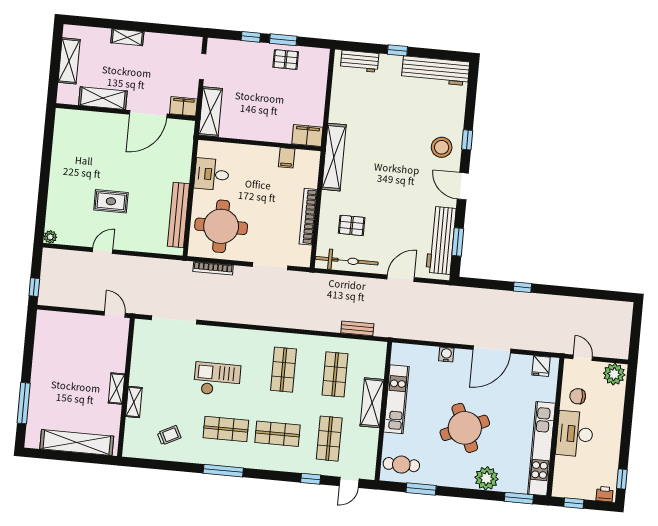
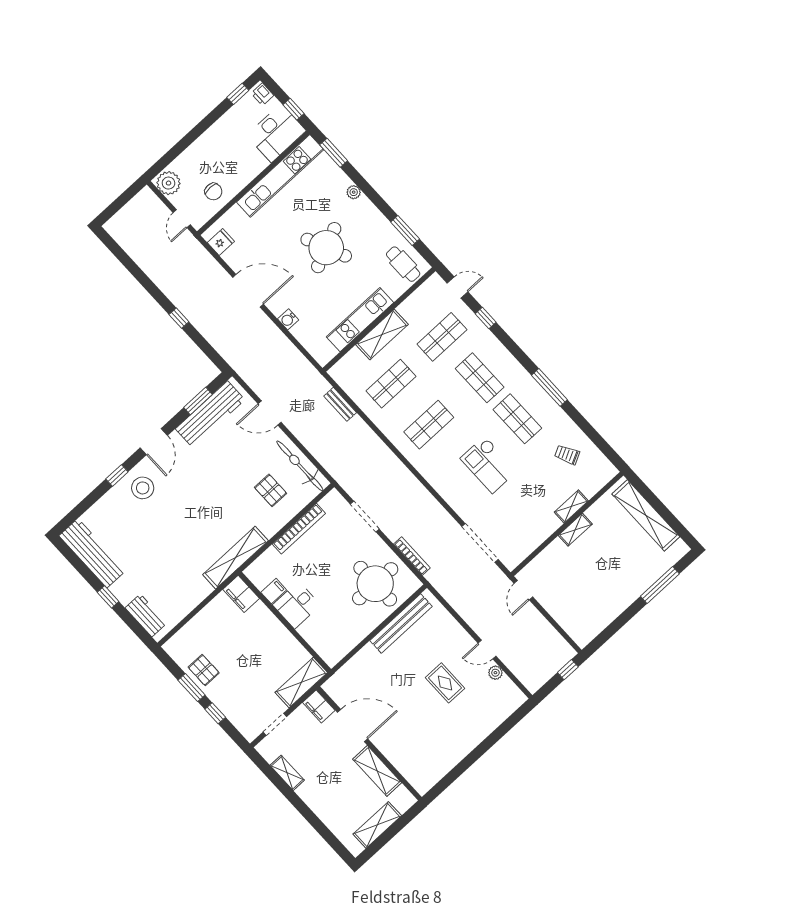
shelving: (127, 37) -> (287, 773), moved
desk: (212, 174) -> (297, 605), moved, turned 90
plant: (50, 237) -> (495, 673), moved
desk: (575, 434) -> (276, 133), moved
plant: (487, 478) -> (354, 192), width x0.53, depth x0.53

